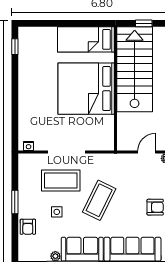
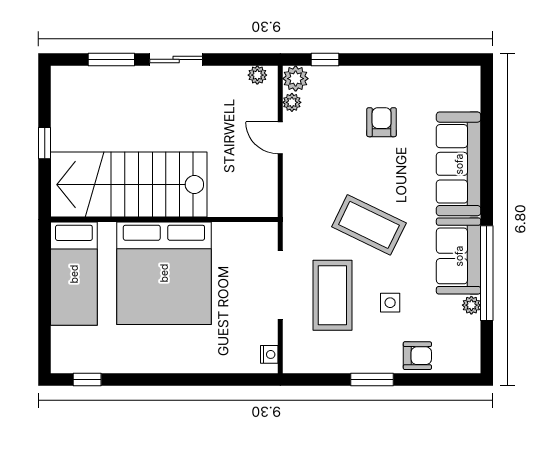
bed: (86, 39) -> (74, 274), moved
stairs: (135, 69) -> (129, 185), moved
bed: (86, 89) -> (164, 273), moved
wall: (115, 89) -> (164, 219), moved

